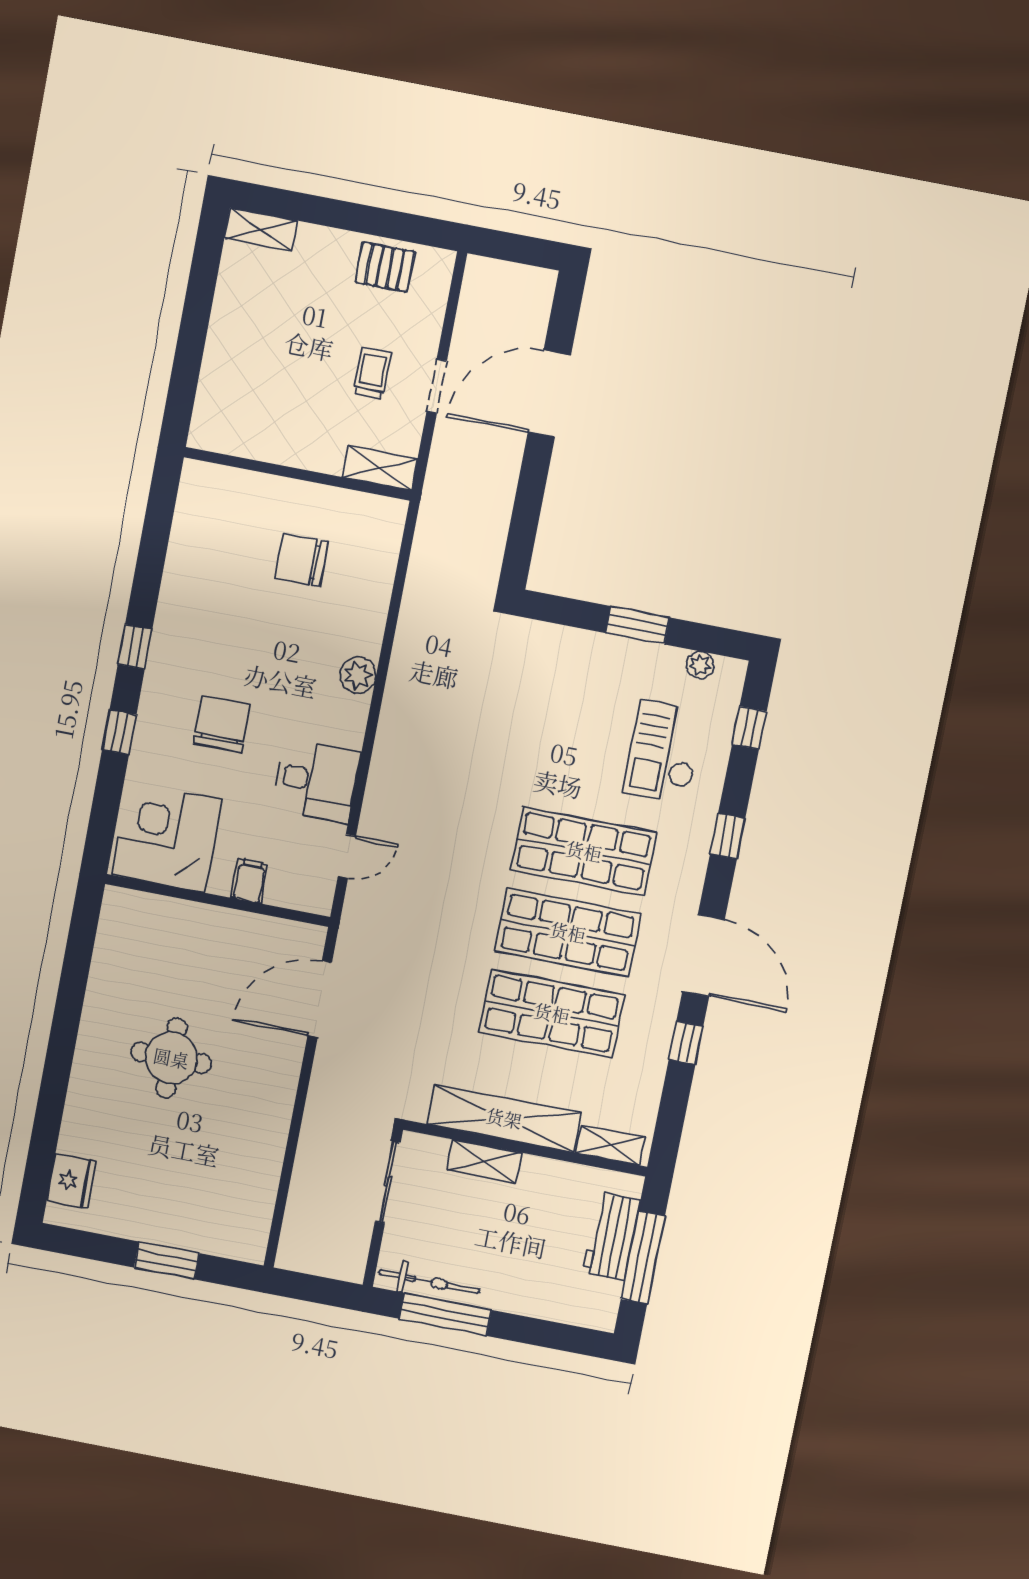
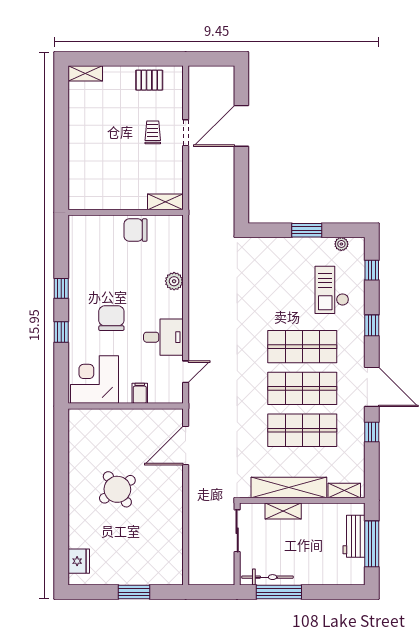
shelving: (380, 468) -> (165, 202), moved
wall: (298, 474) -> (126, 212), moved
round table: (171, 1058) -> (117, 489), turned -35

